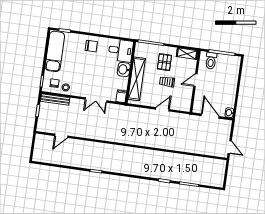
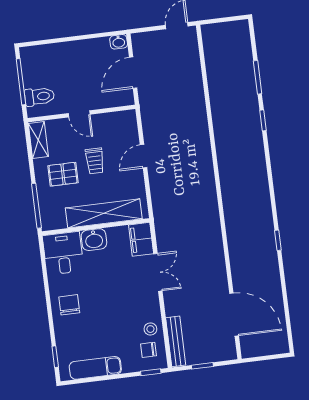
exam couch: (55, 51) -> (95, 368), width x0.73, depth x0.69
filing cabinet: (121, 96) -> (141, 239), width x2.00
door: (162, 109) -> (144, 156), hinge flipped
door: (61, 136) -> (234, 315), width x1.88

